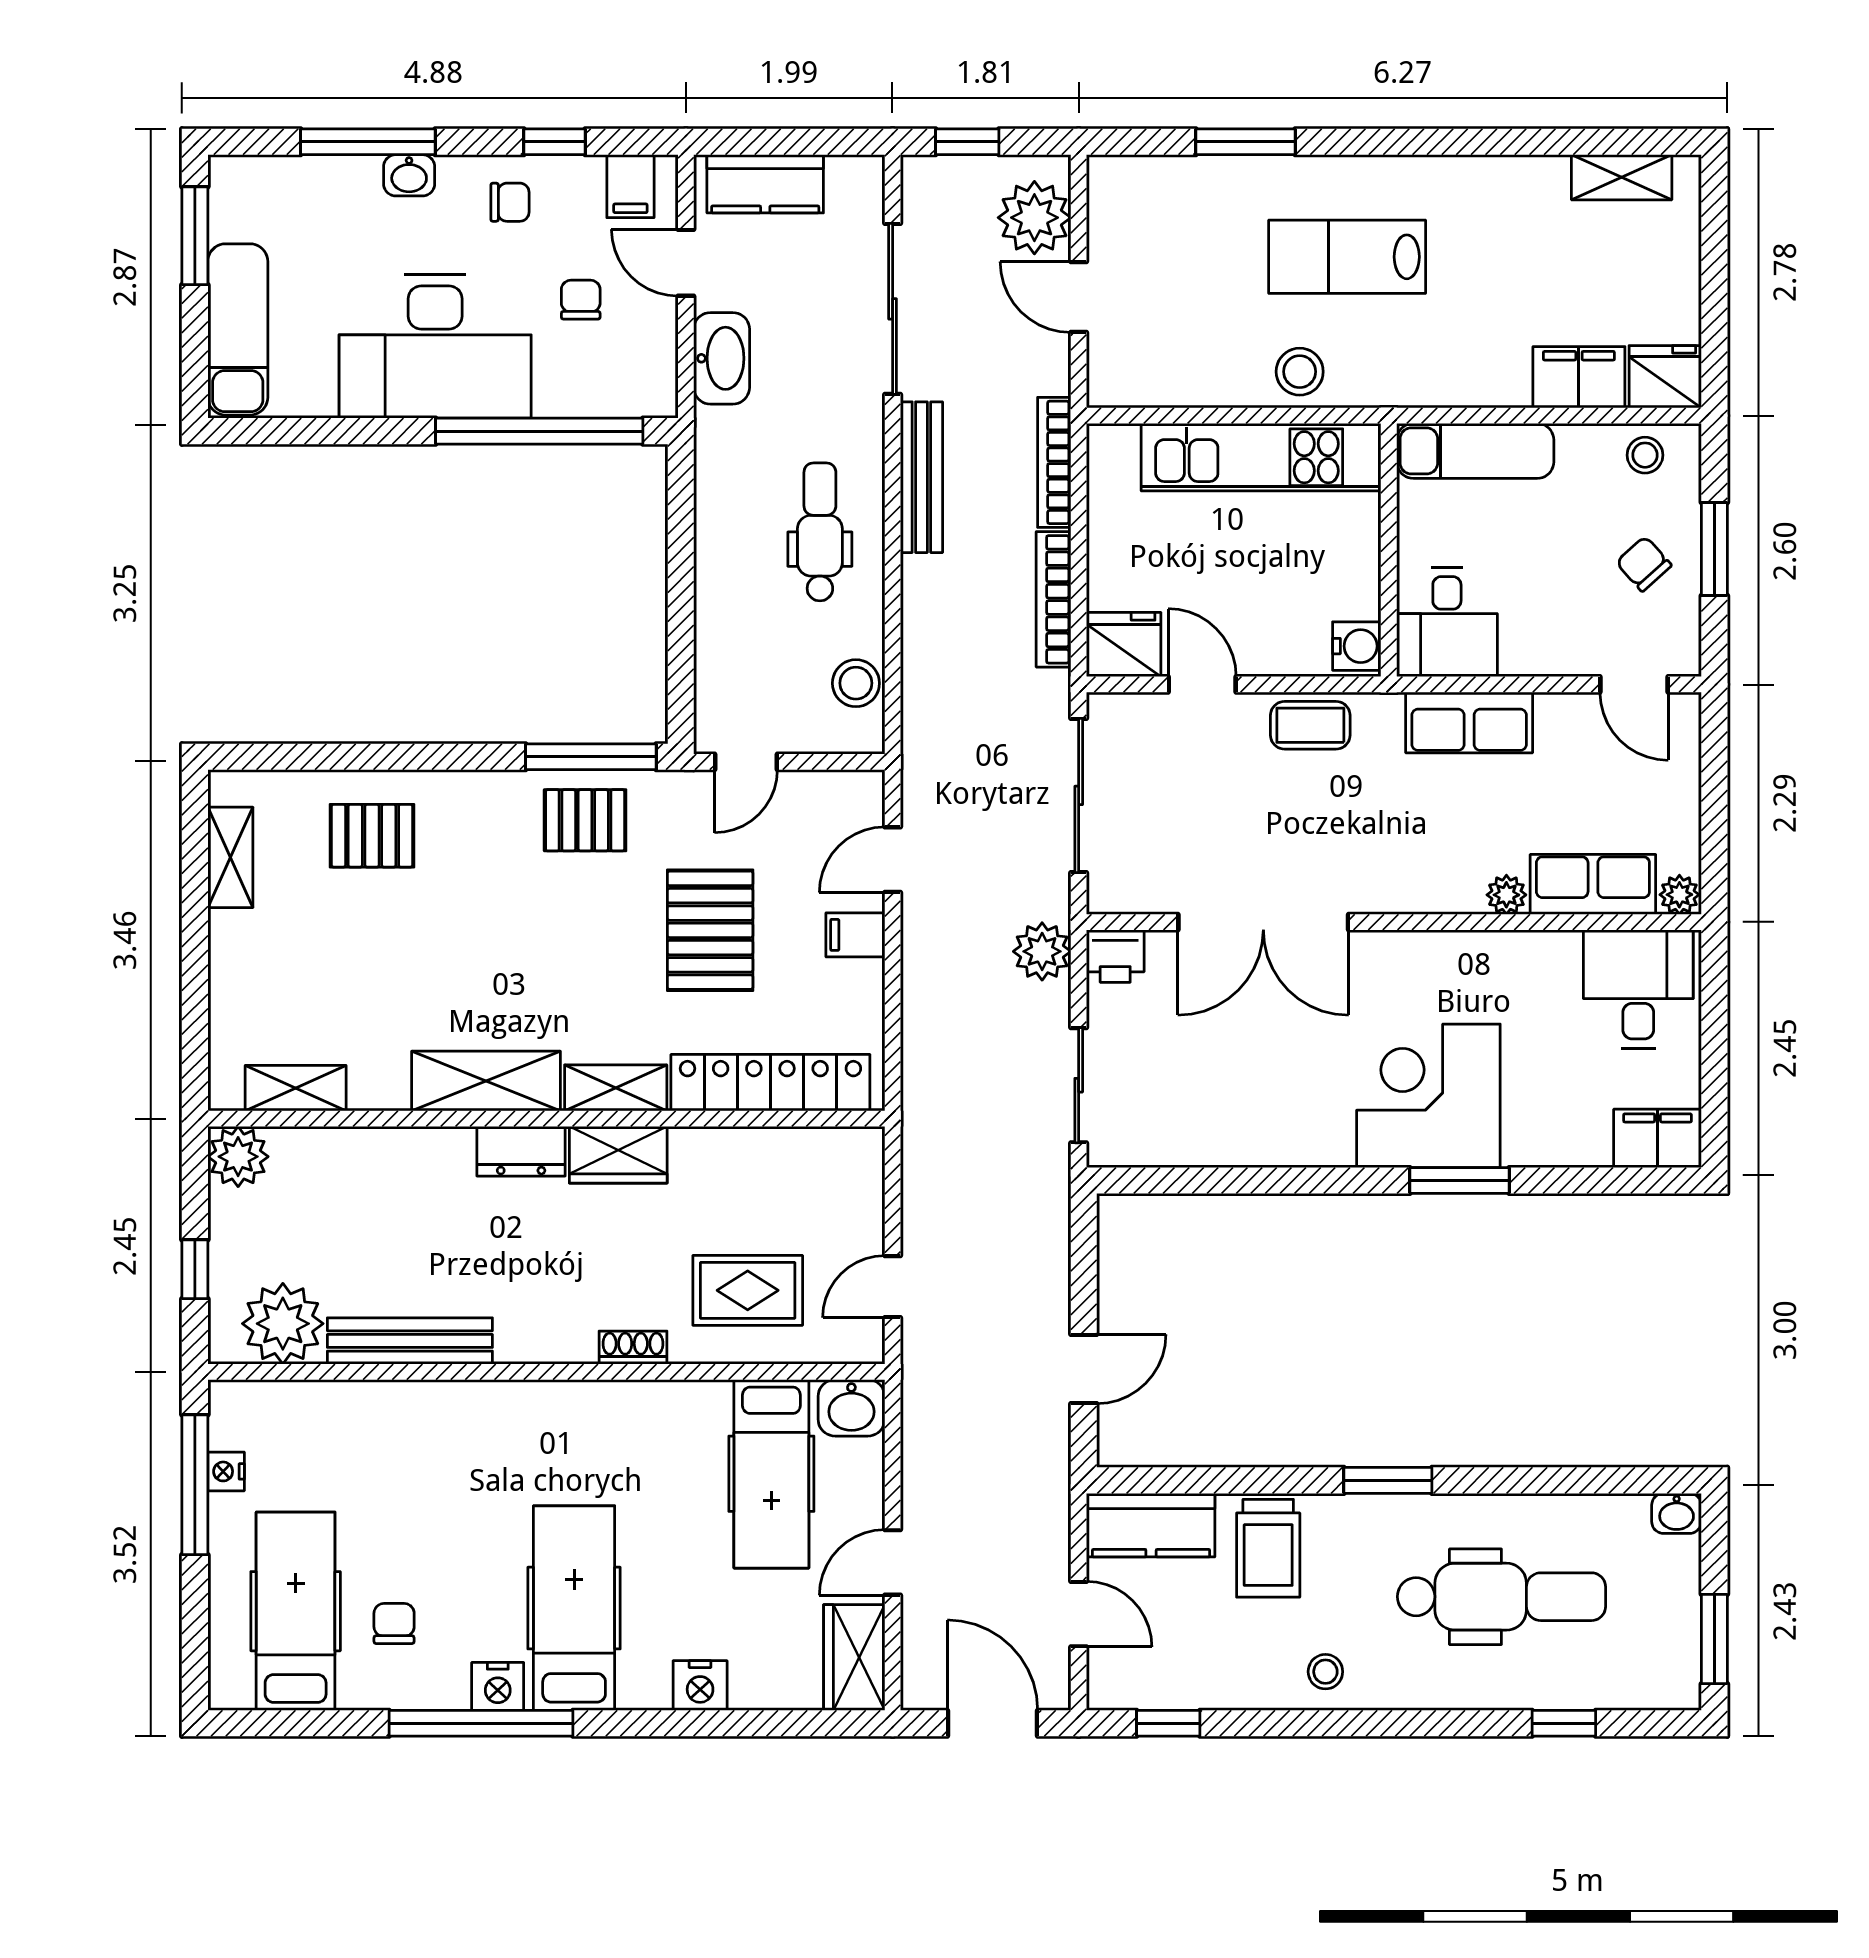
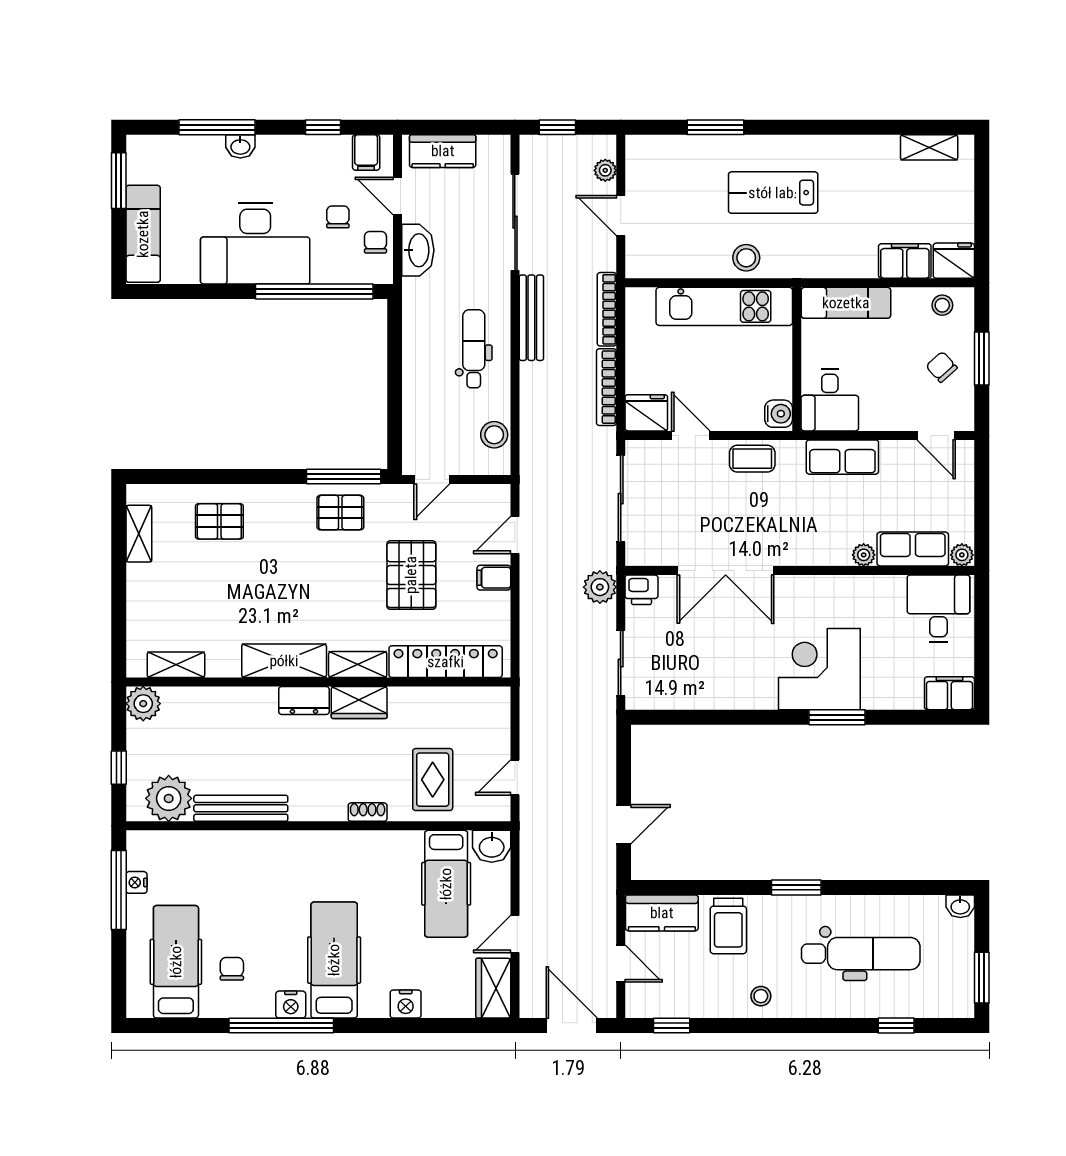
chair: (510, 202) -> (375, 242), moved, turned -90
plant: (1034, 218) -> (605, 170), width x0.53, depth x0.53
rug: (748, 1290) -> (433, 780), turned 90

